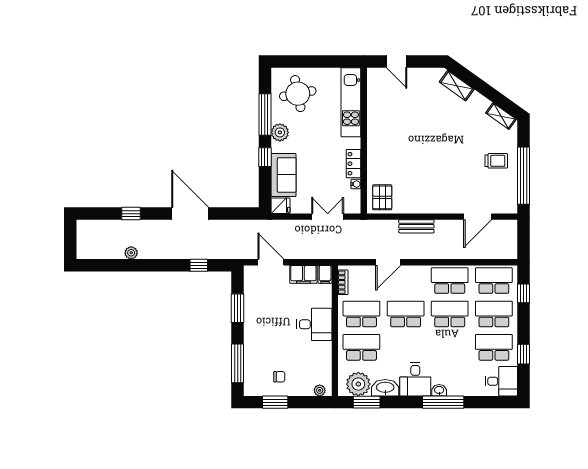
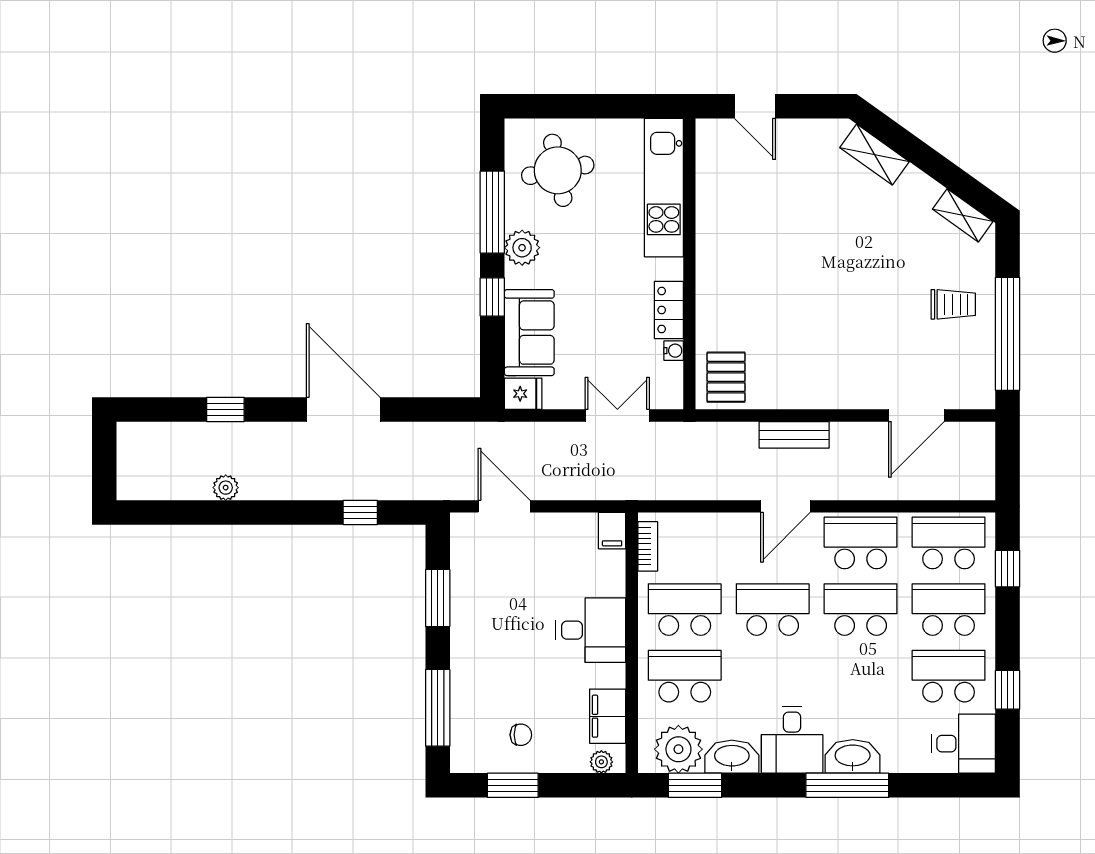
door: (388, 262) -> (785, 506), moved
filing cabinet: (303, 274) -> (608, 716), moved, turned 90
washbasin: (439, 390) -> (853, 756), width x1.91, depth x1.45

